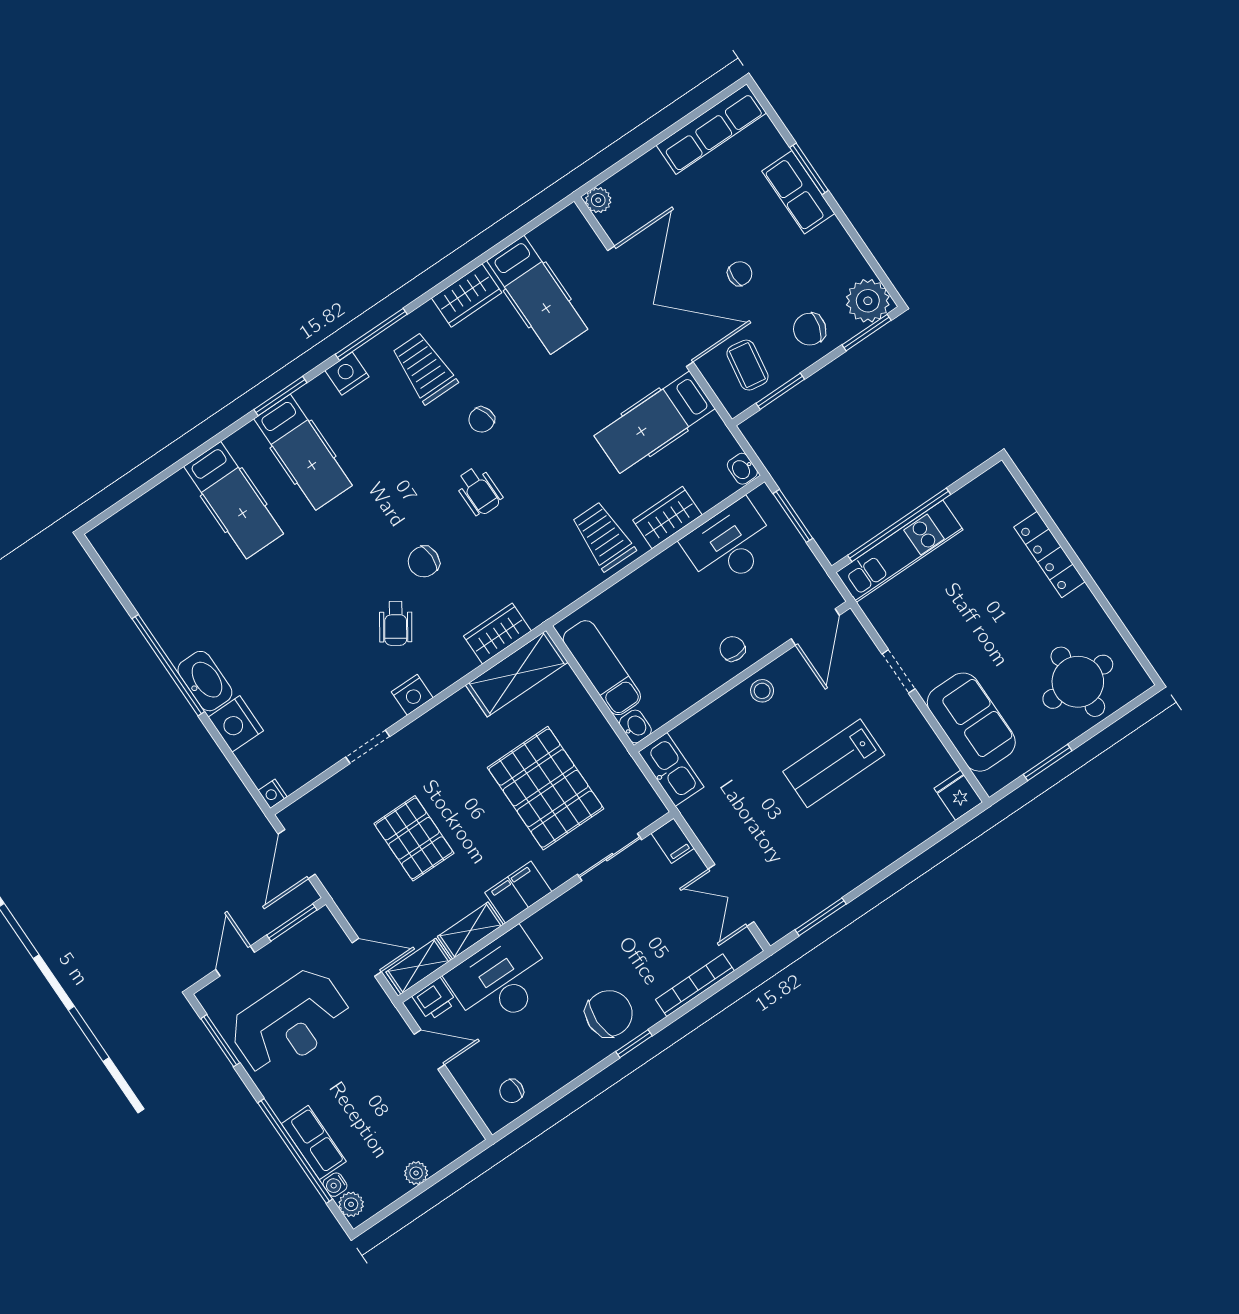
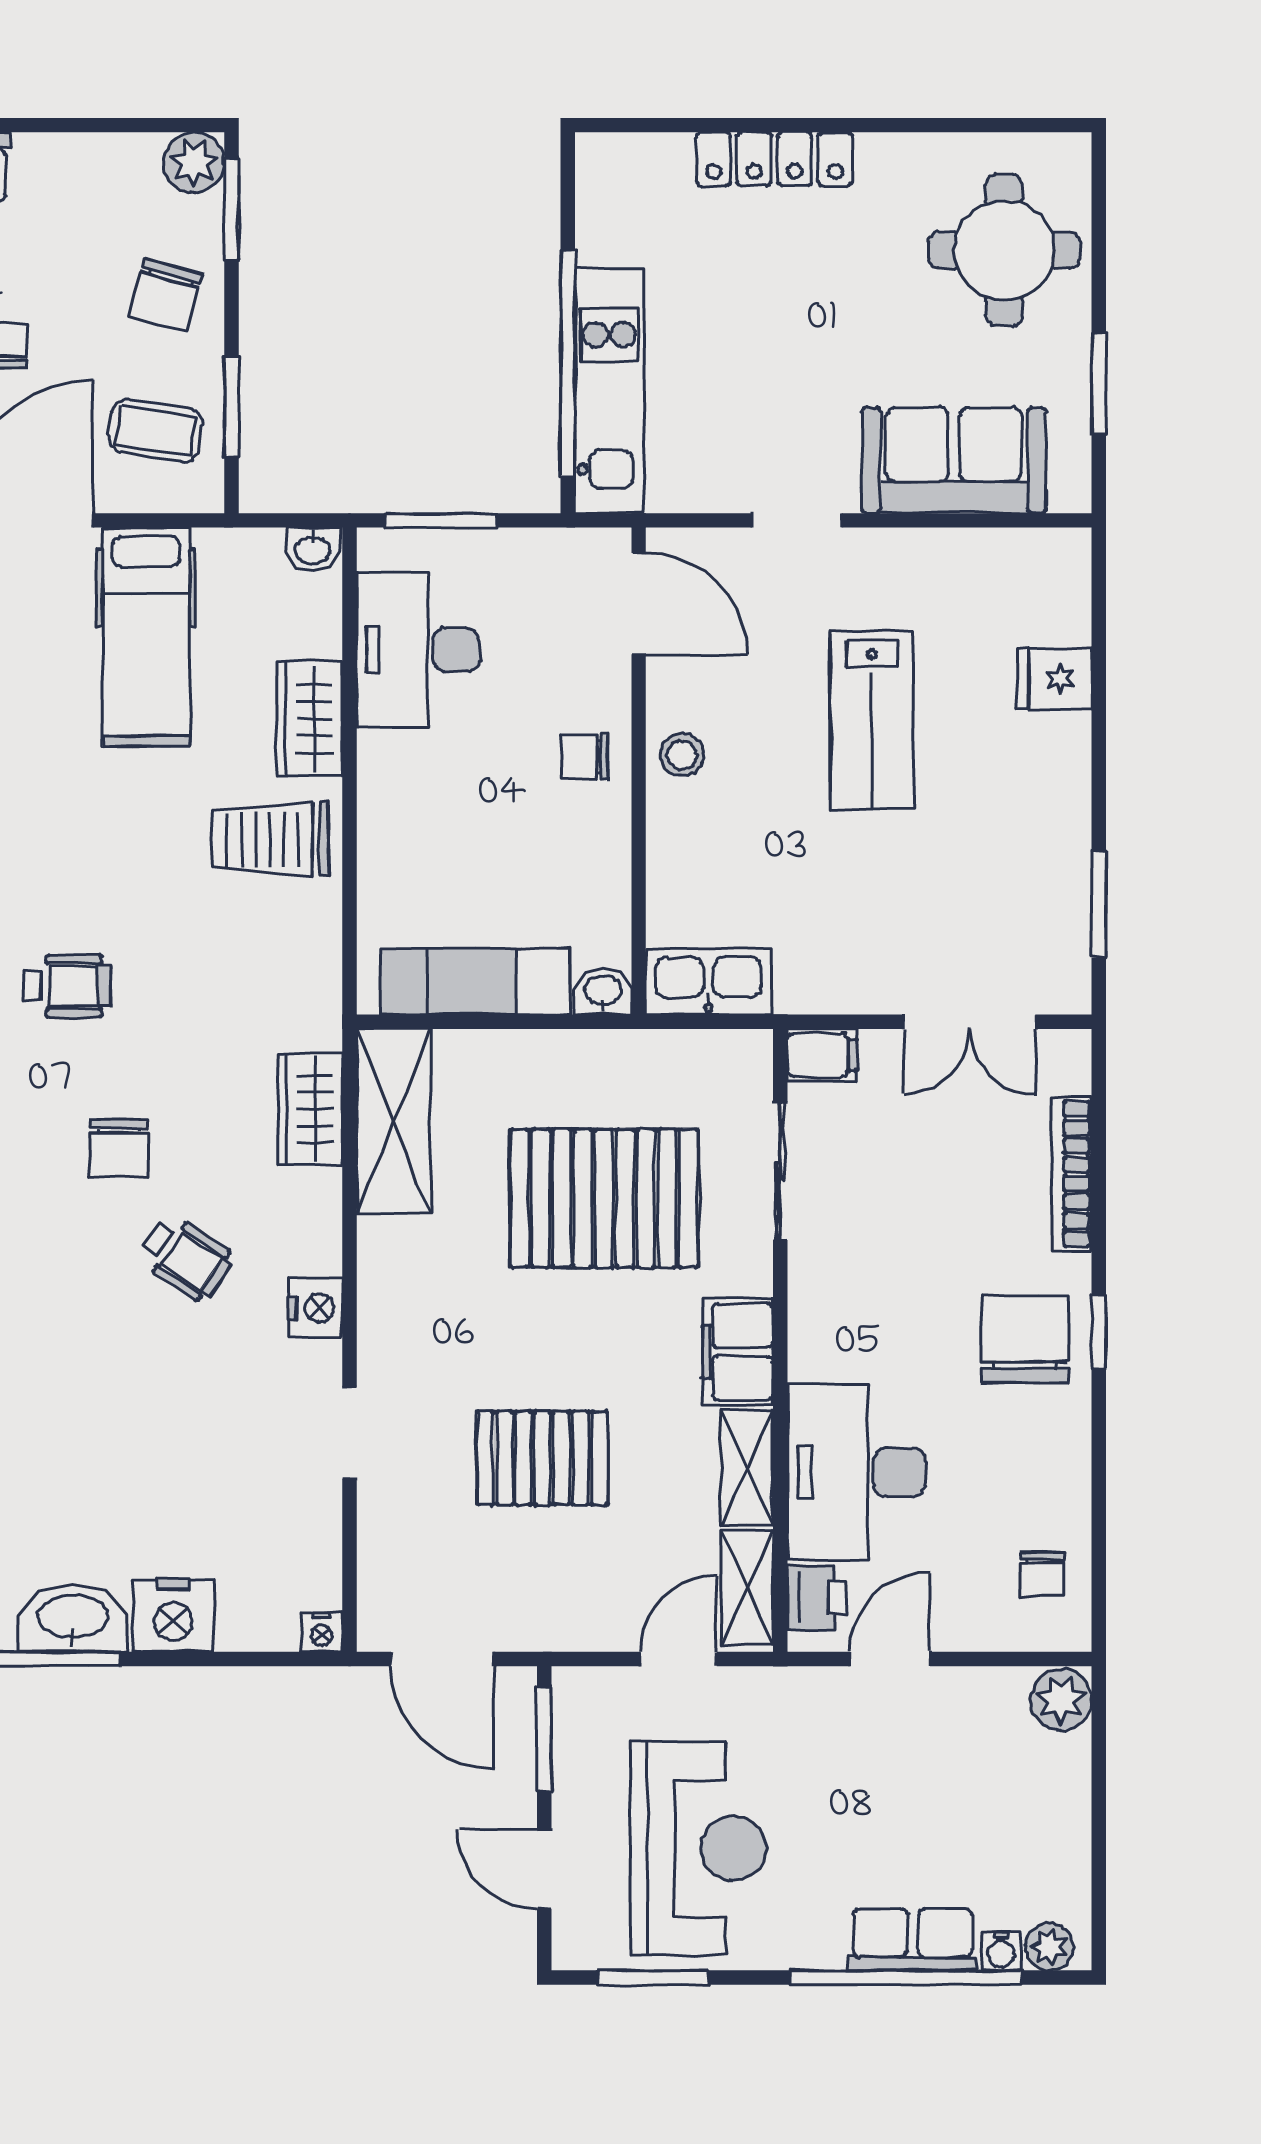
plant: (868, 301) -> (194, 163), width x0.73, depth x0.73
fridge: (958, 795) -> (1055, 679), moved
plant: (416, 1173) -> (1061, 1700), moved, width x1.38, depth x1.38

